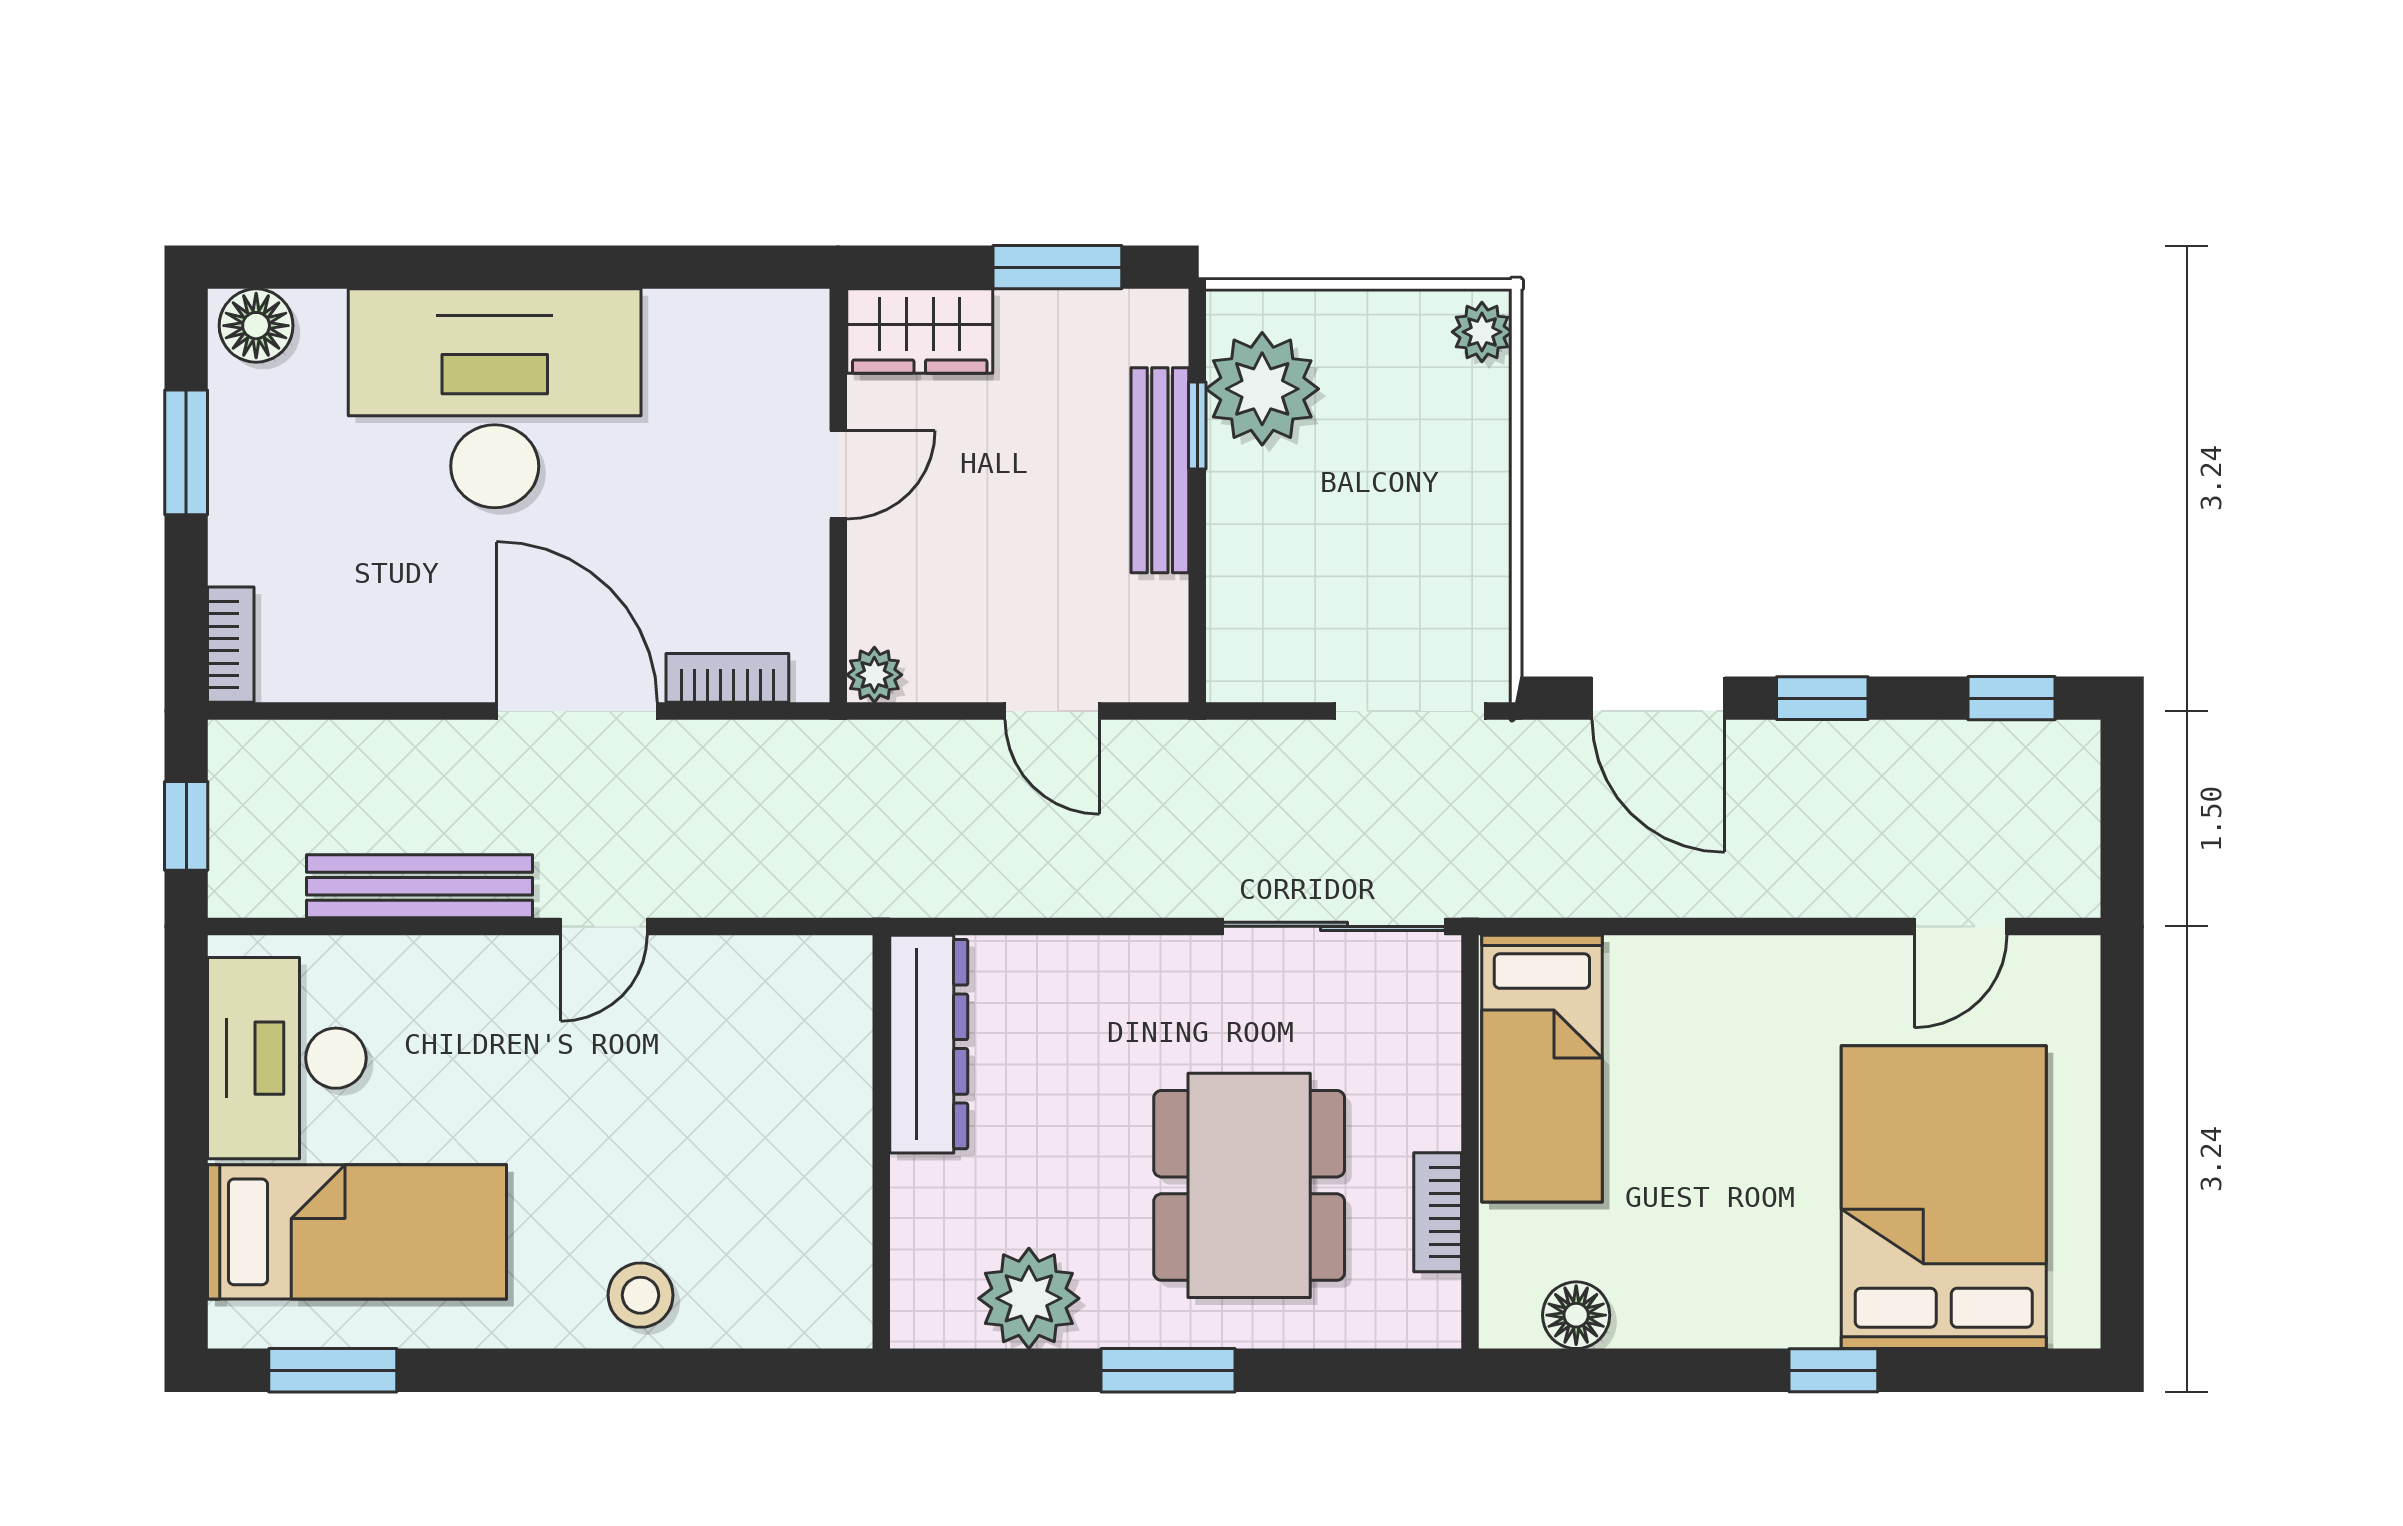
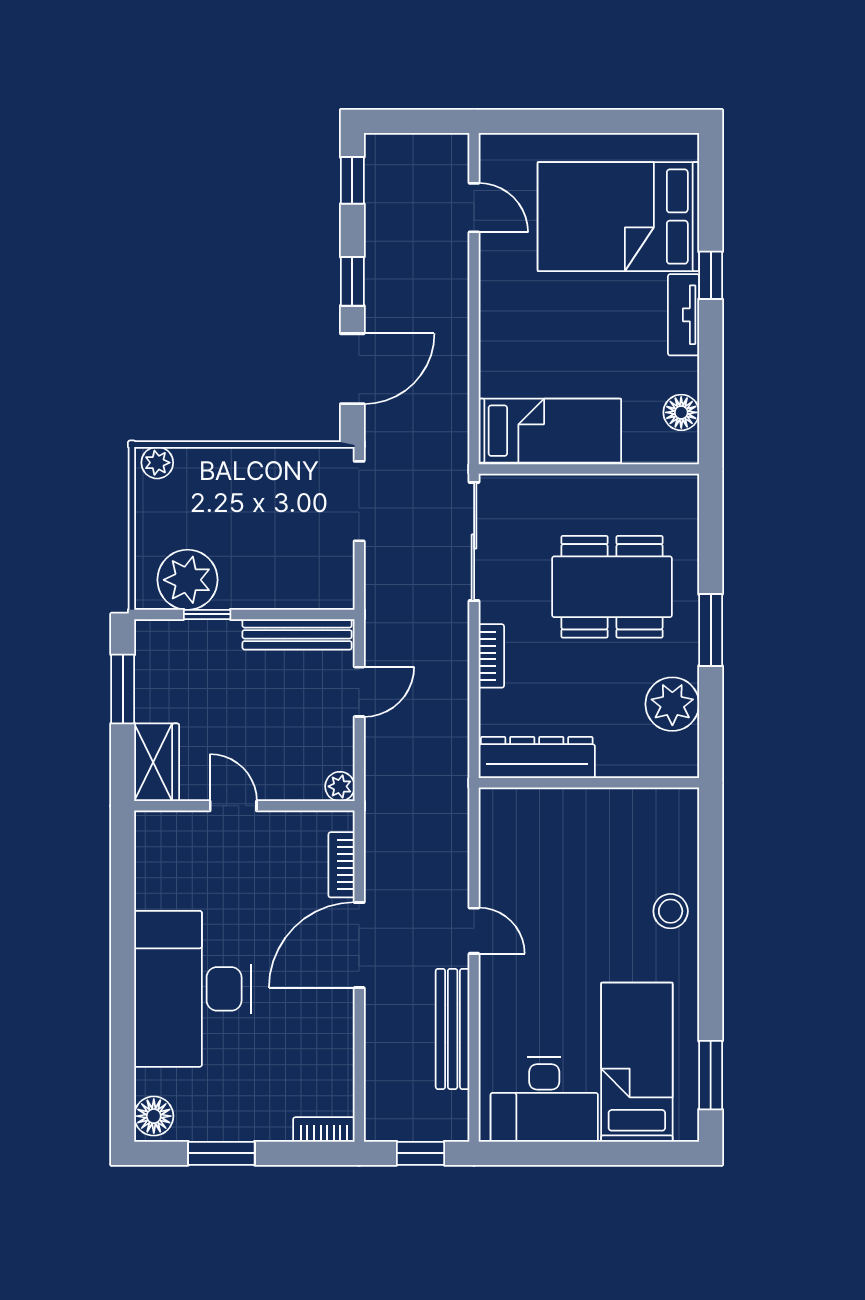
bench: (1160, 470) -> (297, 634), moved
bookcase: (1438, 1212) -> (491, 656), moved, turned -90
tv unit: (1759, 1320) -> (684, 315), added

